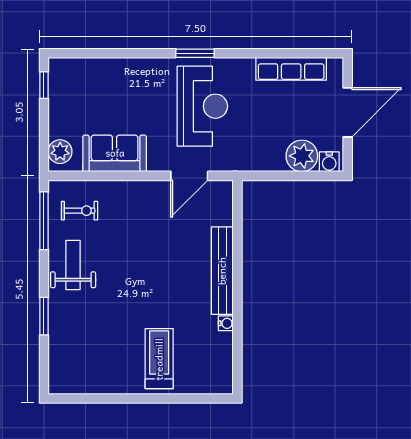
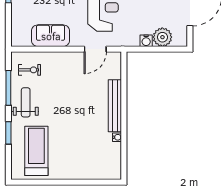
plant: (60, 152) -> (18, 35), removed
water cooler: (329, 162) -> (146, 41), moved
window: (44, 221) -> (8, 88), moved
treadmill: (159, 359) -> (36, 151), moved, width x1.37, depth x1.38

